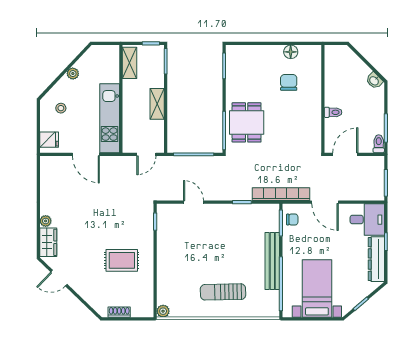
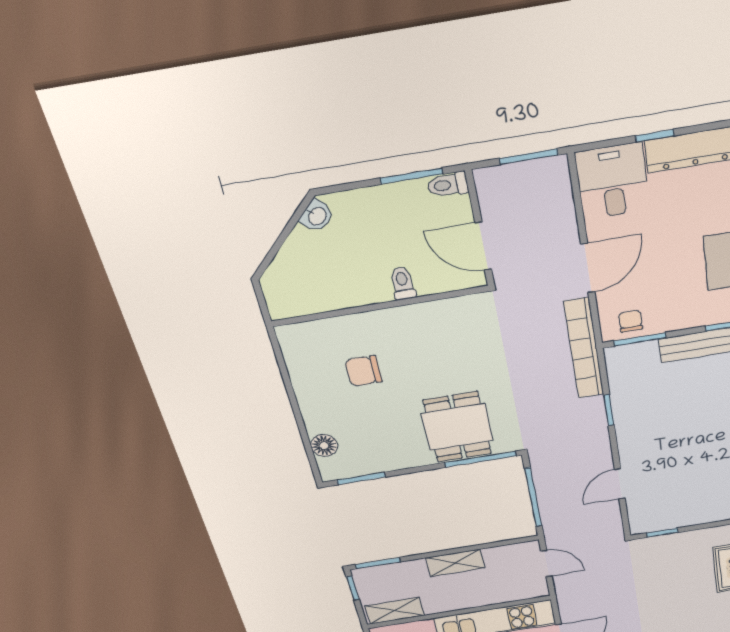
floor lamp: (291, 52) -> (324, 445), moved
dining table: (247, 122) -> (457, 427), turned 90

